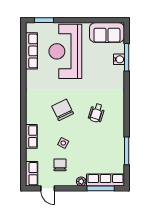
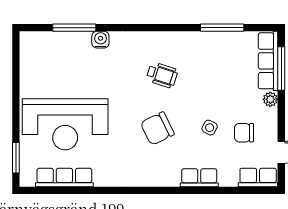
sofa: (107, 32) -> (35, 59), removed
water cooler: (119, 59) -> (100, 40), moved

